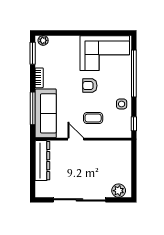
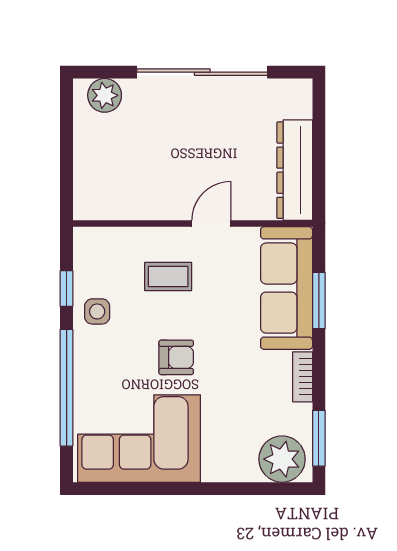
plant: (43, 40) -> (282, 459), width x1.88, depth x1.88
window: (33, 108) -> (319, 301), width x0.69
window: (134, 124) -> (67, 288), moved
door: (76, 139) -> (211, 224), swing flipped

